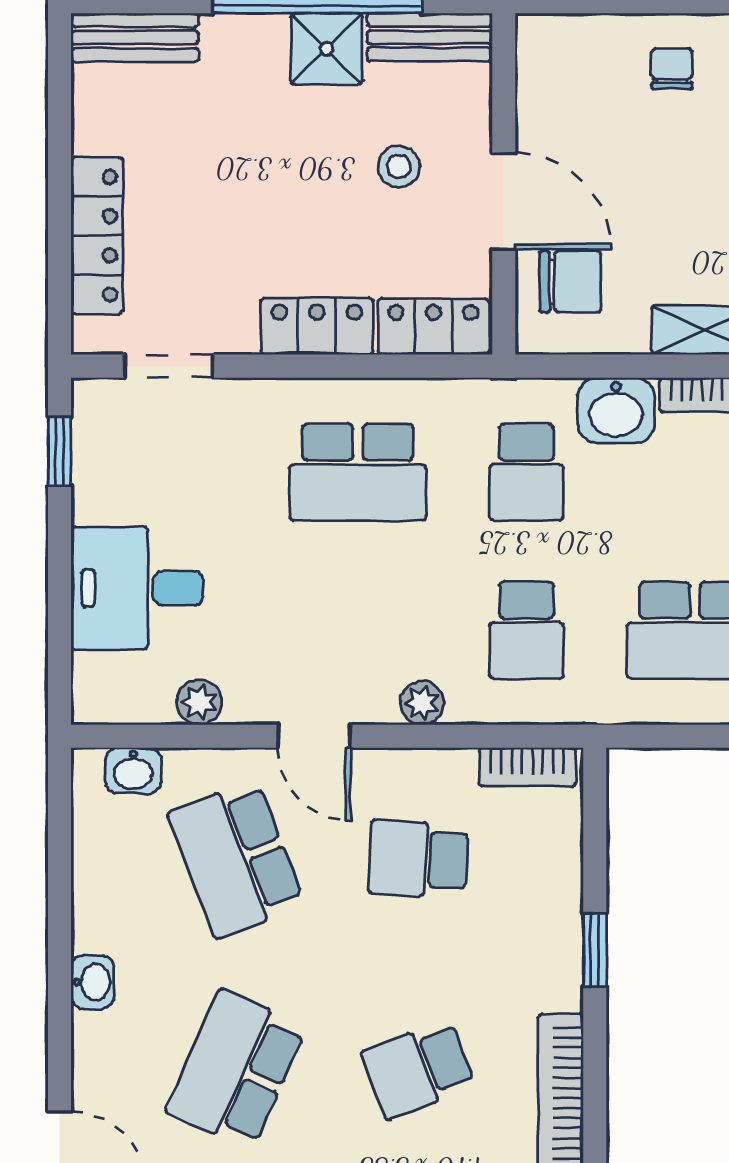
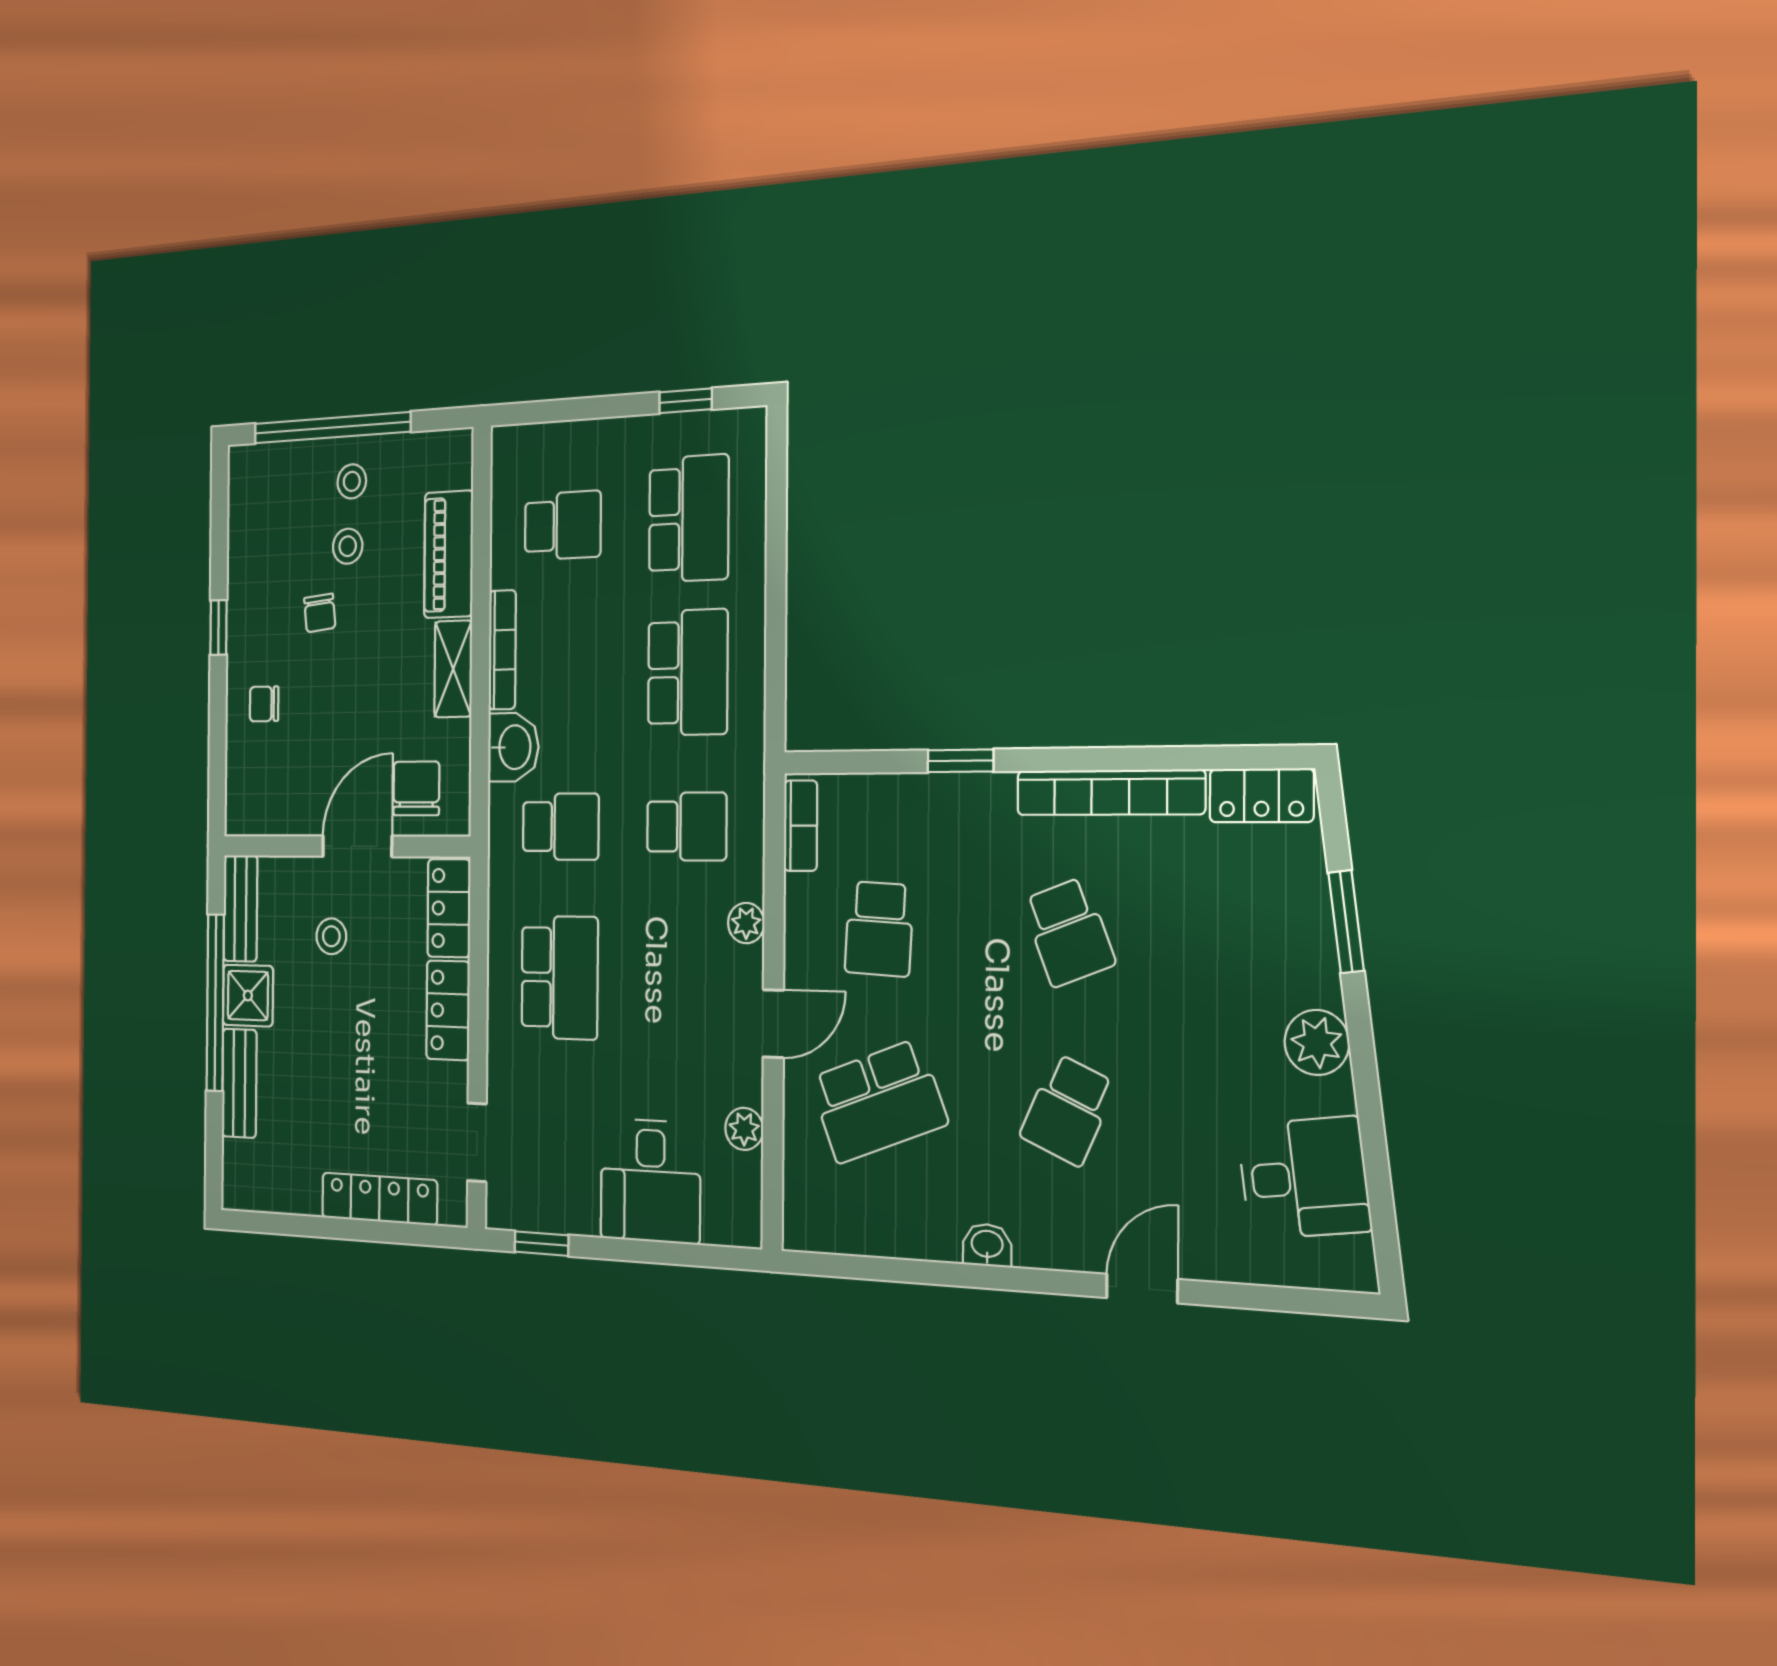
bench: (135, 38) -> (239, 1083), moved
washbasin: (133, 771) -> (801, 1194), removed
school desk: (236, 1069) -> (1068, 1110), width x0.54

